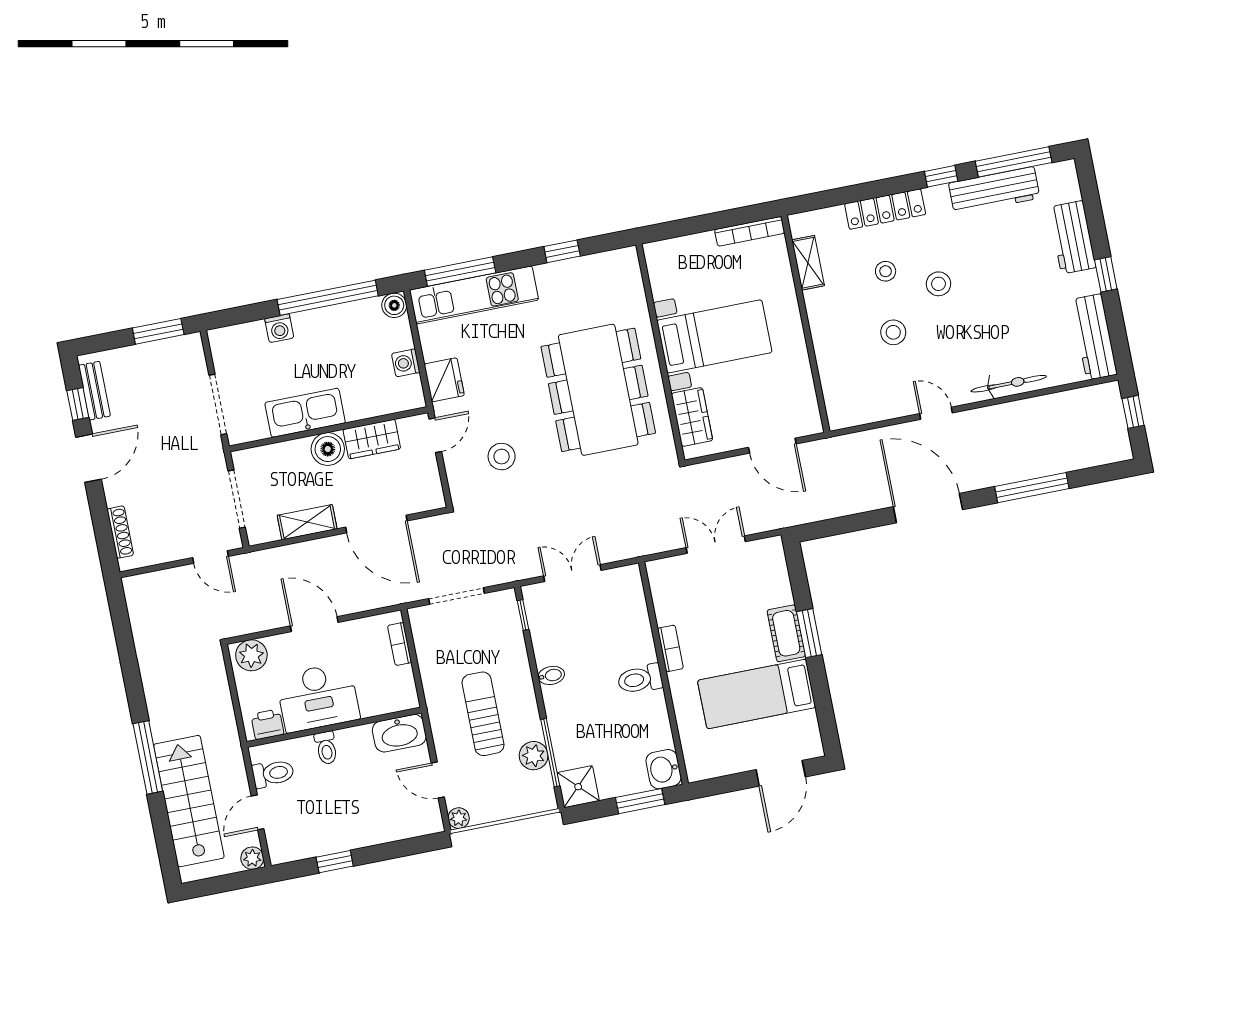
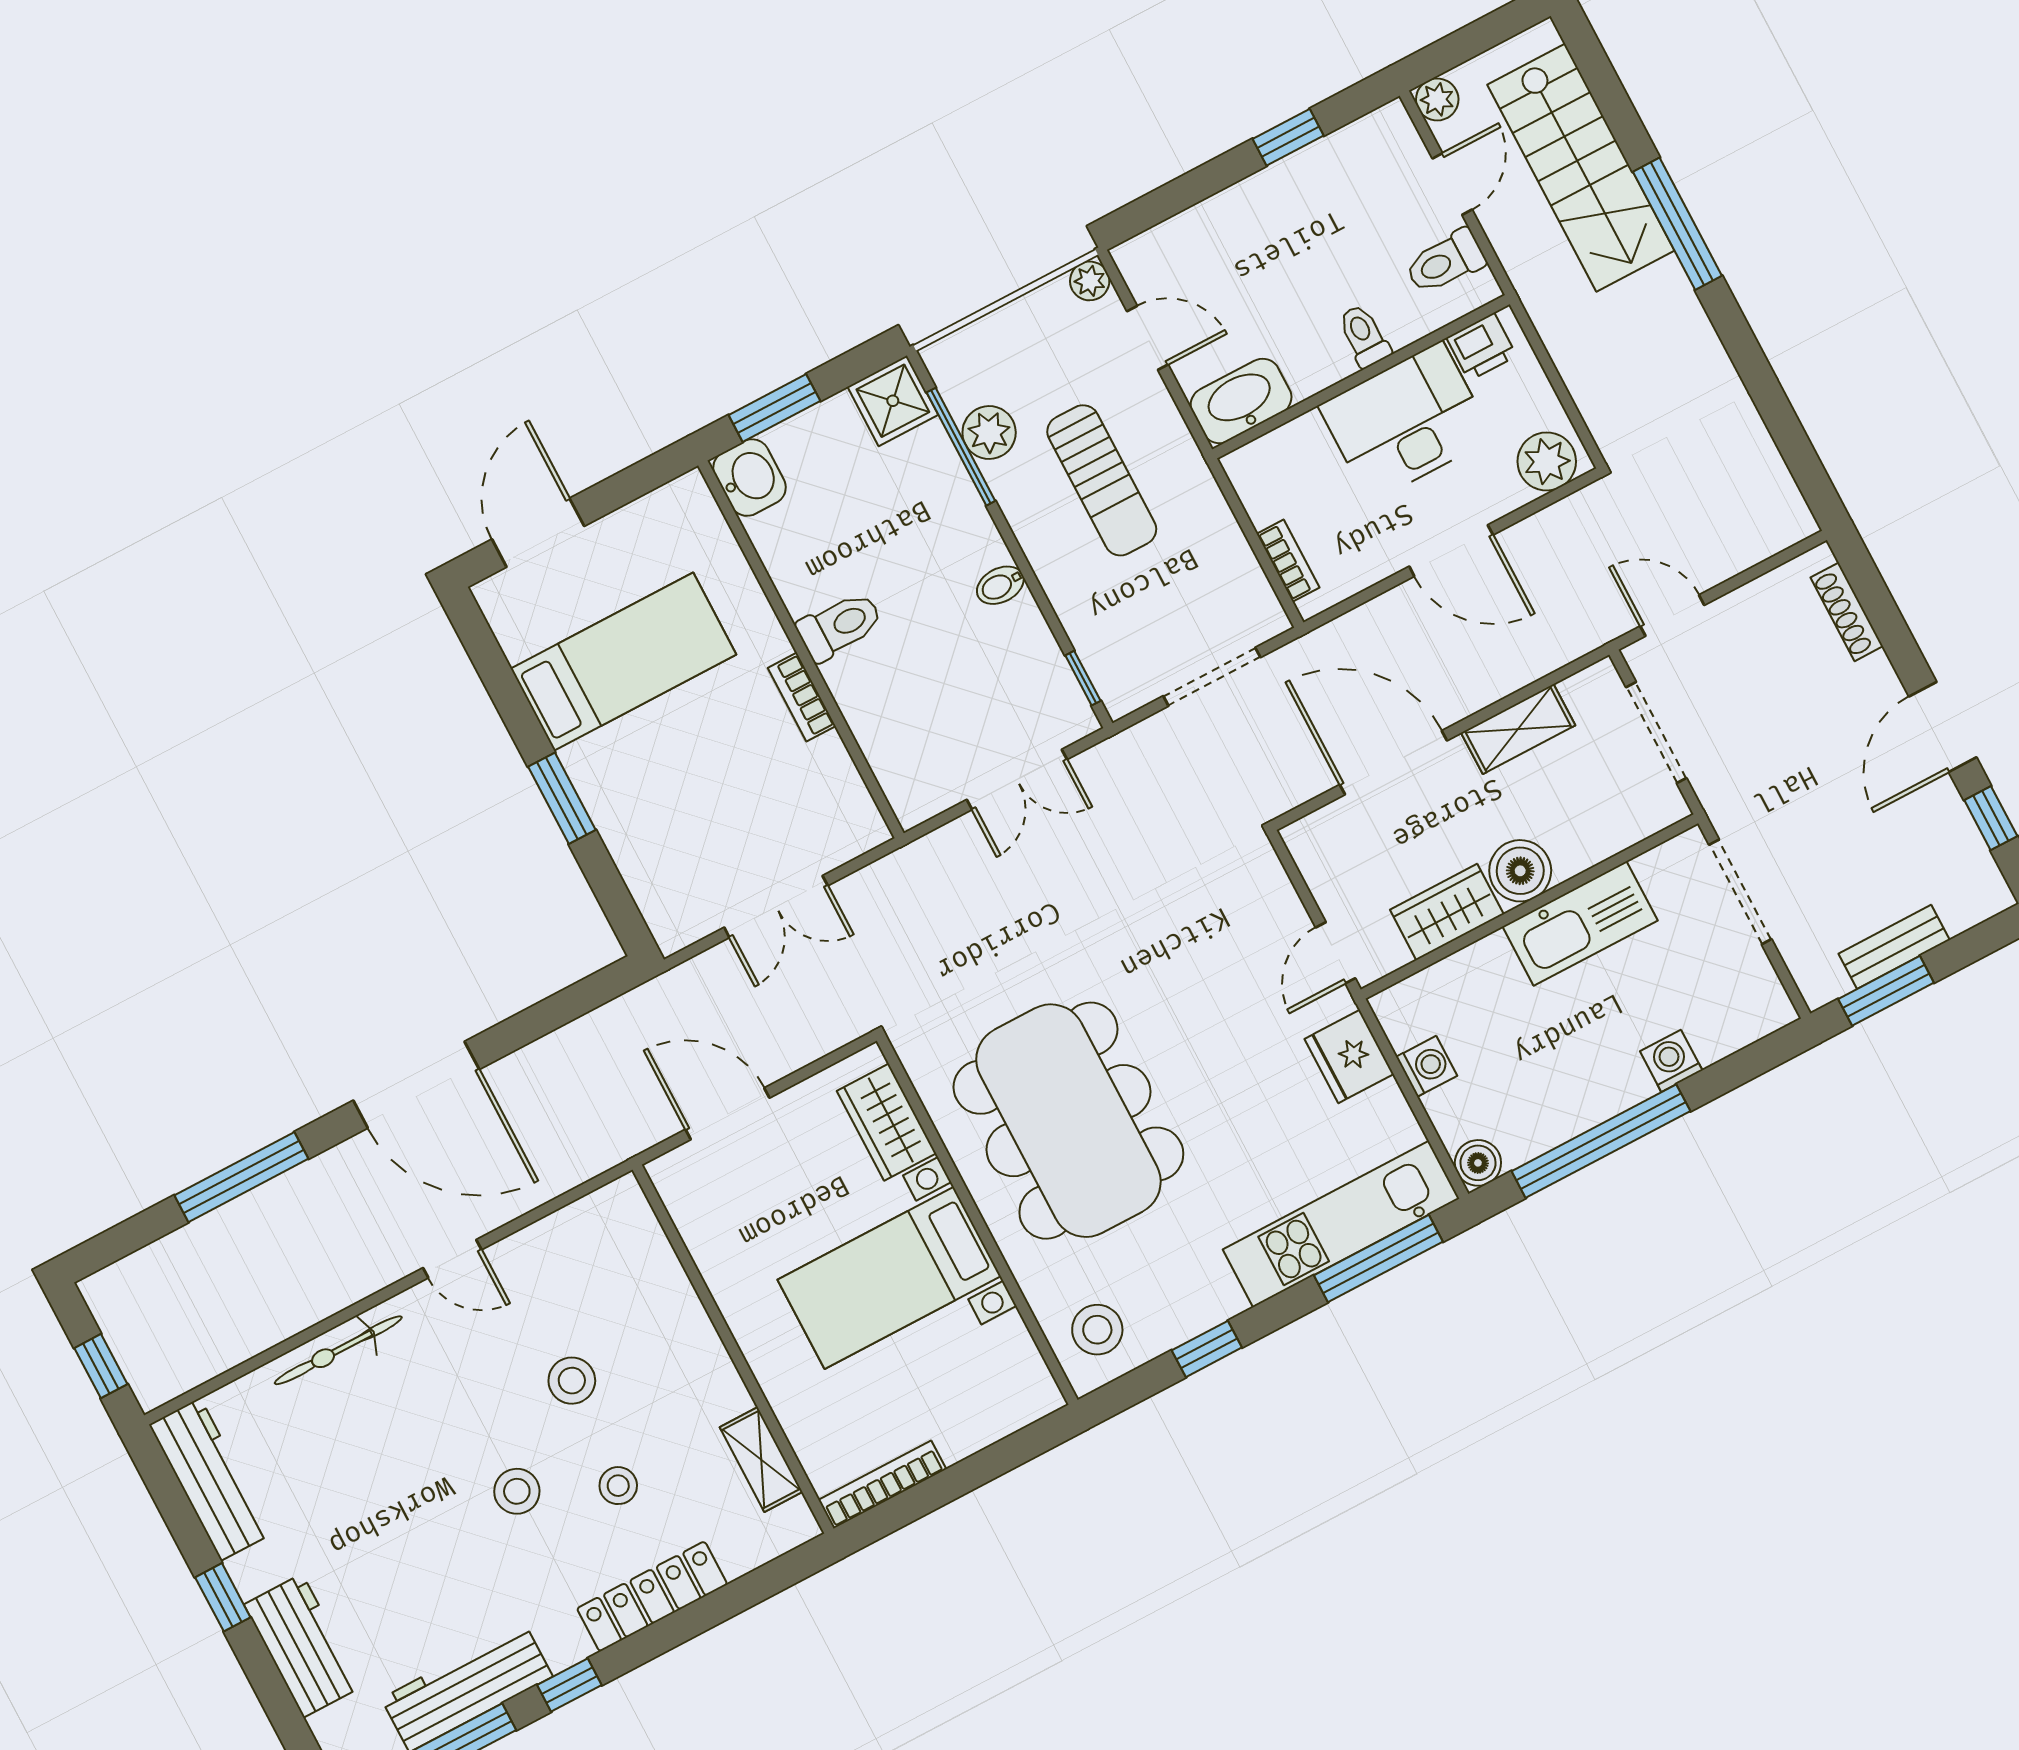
bench: (94, 391) -> (1894, 947), moved, turned 90
stool: (502, 457) -> (1097, 1330), moved
cot: (786, 633) -> (603, 786), removed

